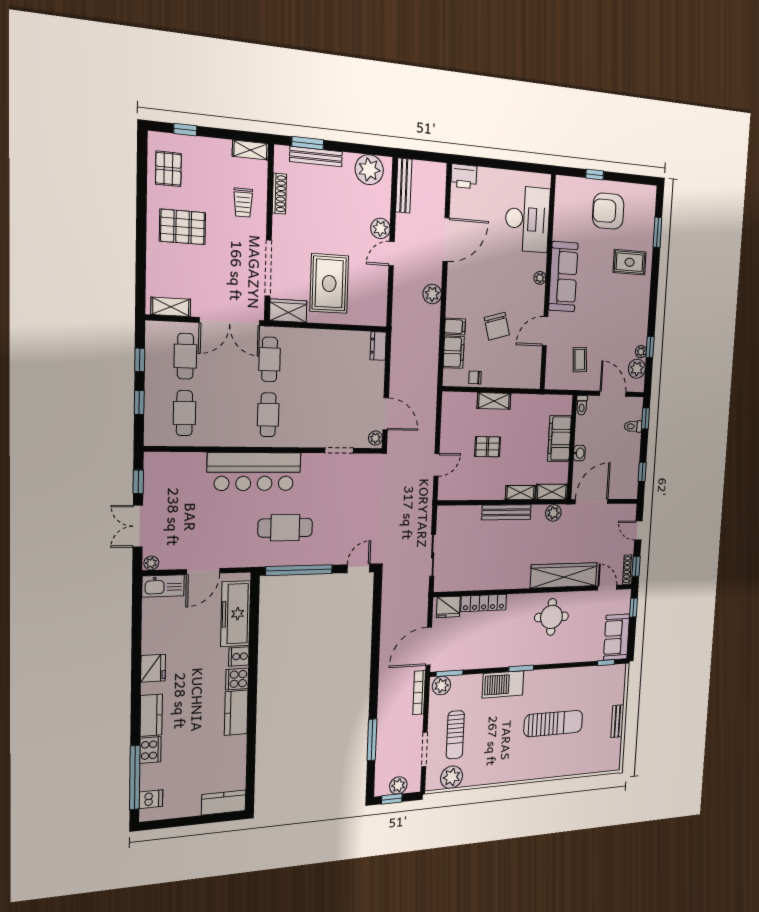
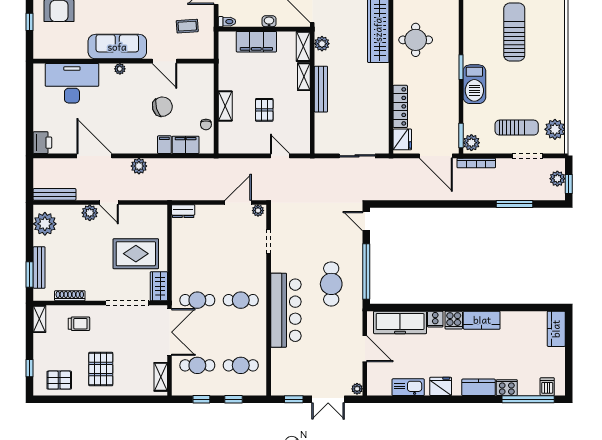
kitchen sink: (163, 586) -> (408, 387), moved, turned -90

